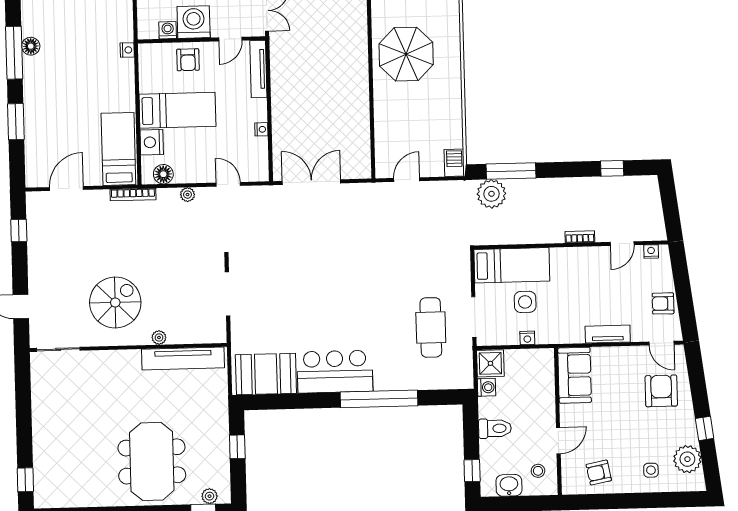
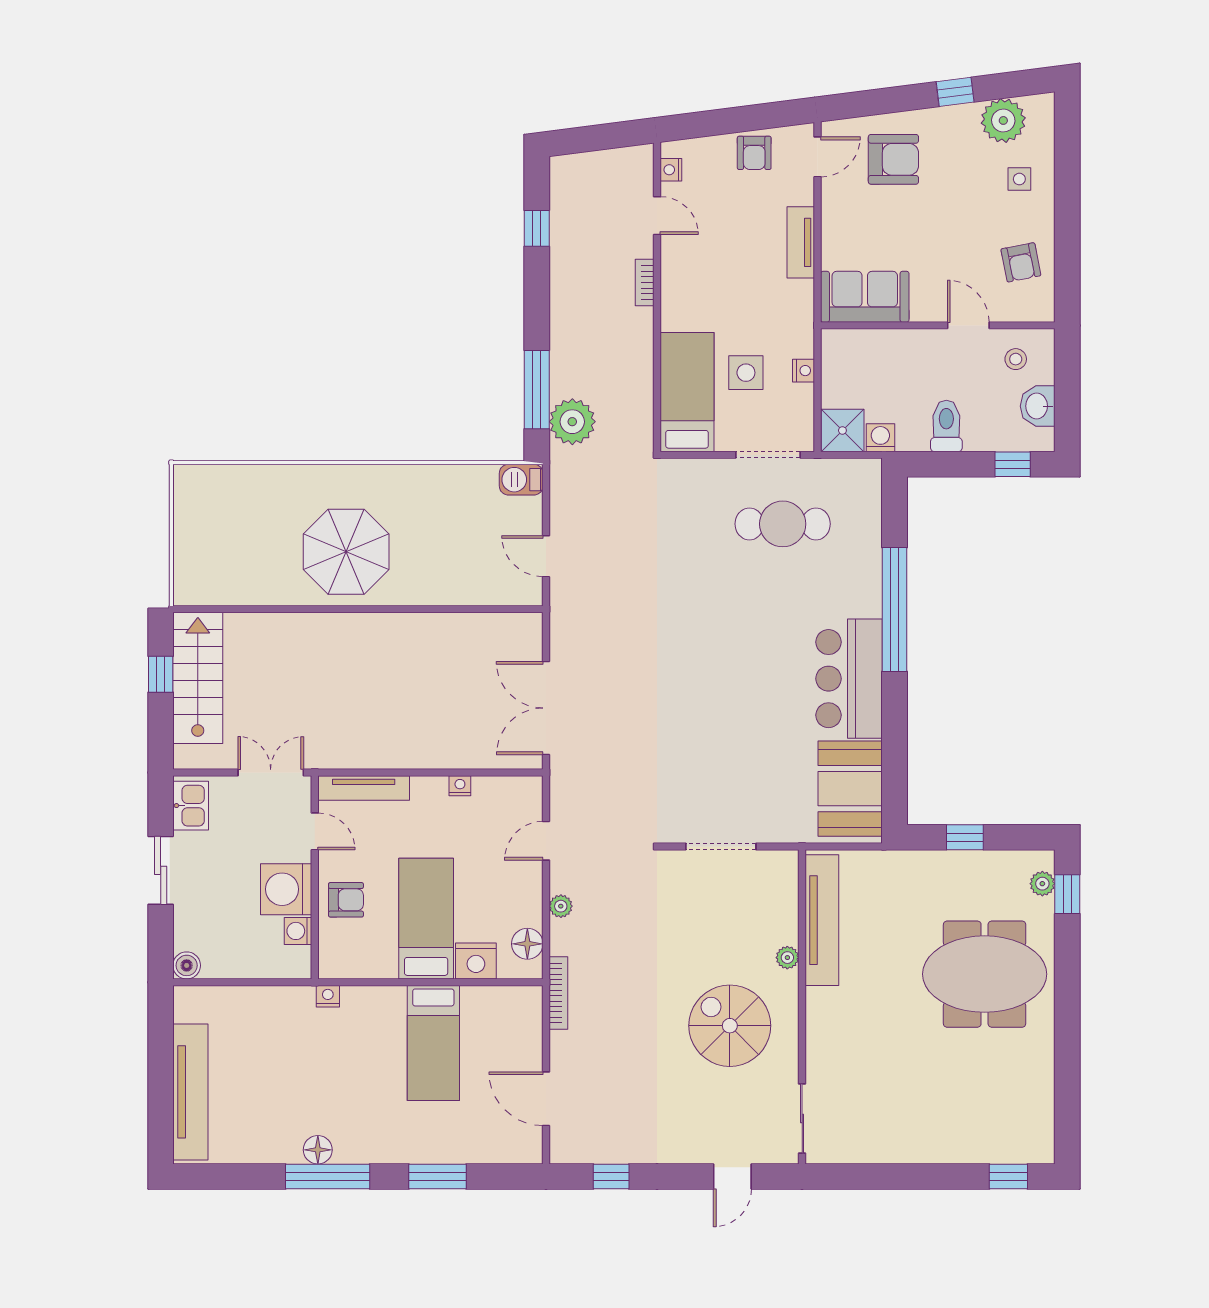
bed: (118, 149) -> (433, 1043), moved, turned -90
armchair: (661, 391) -> (893, 159), turned 180

